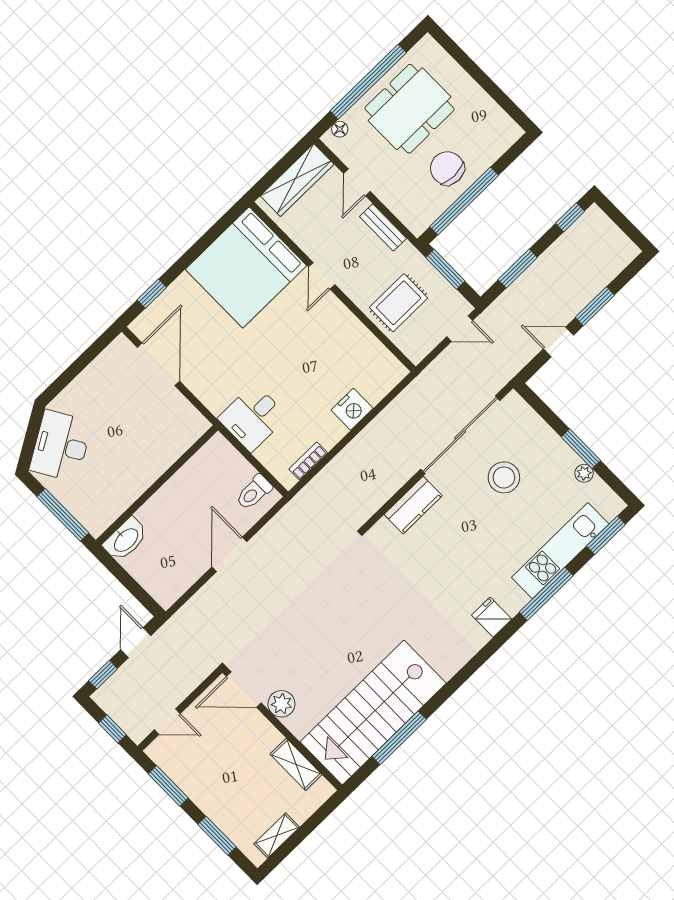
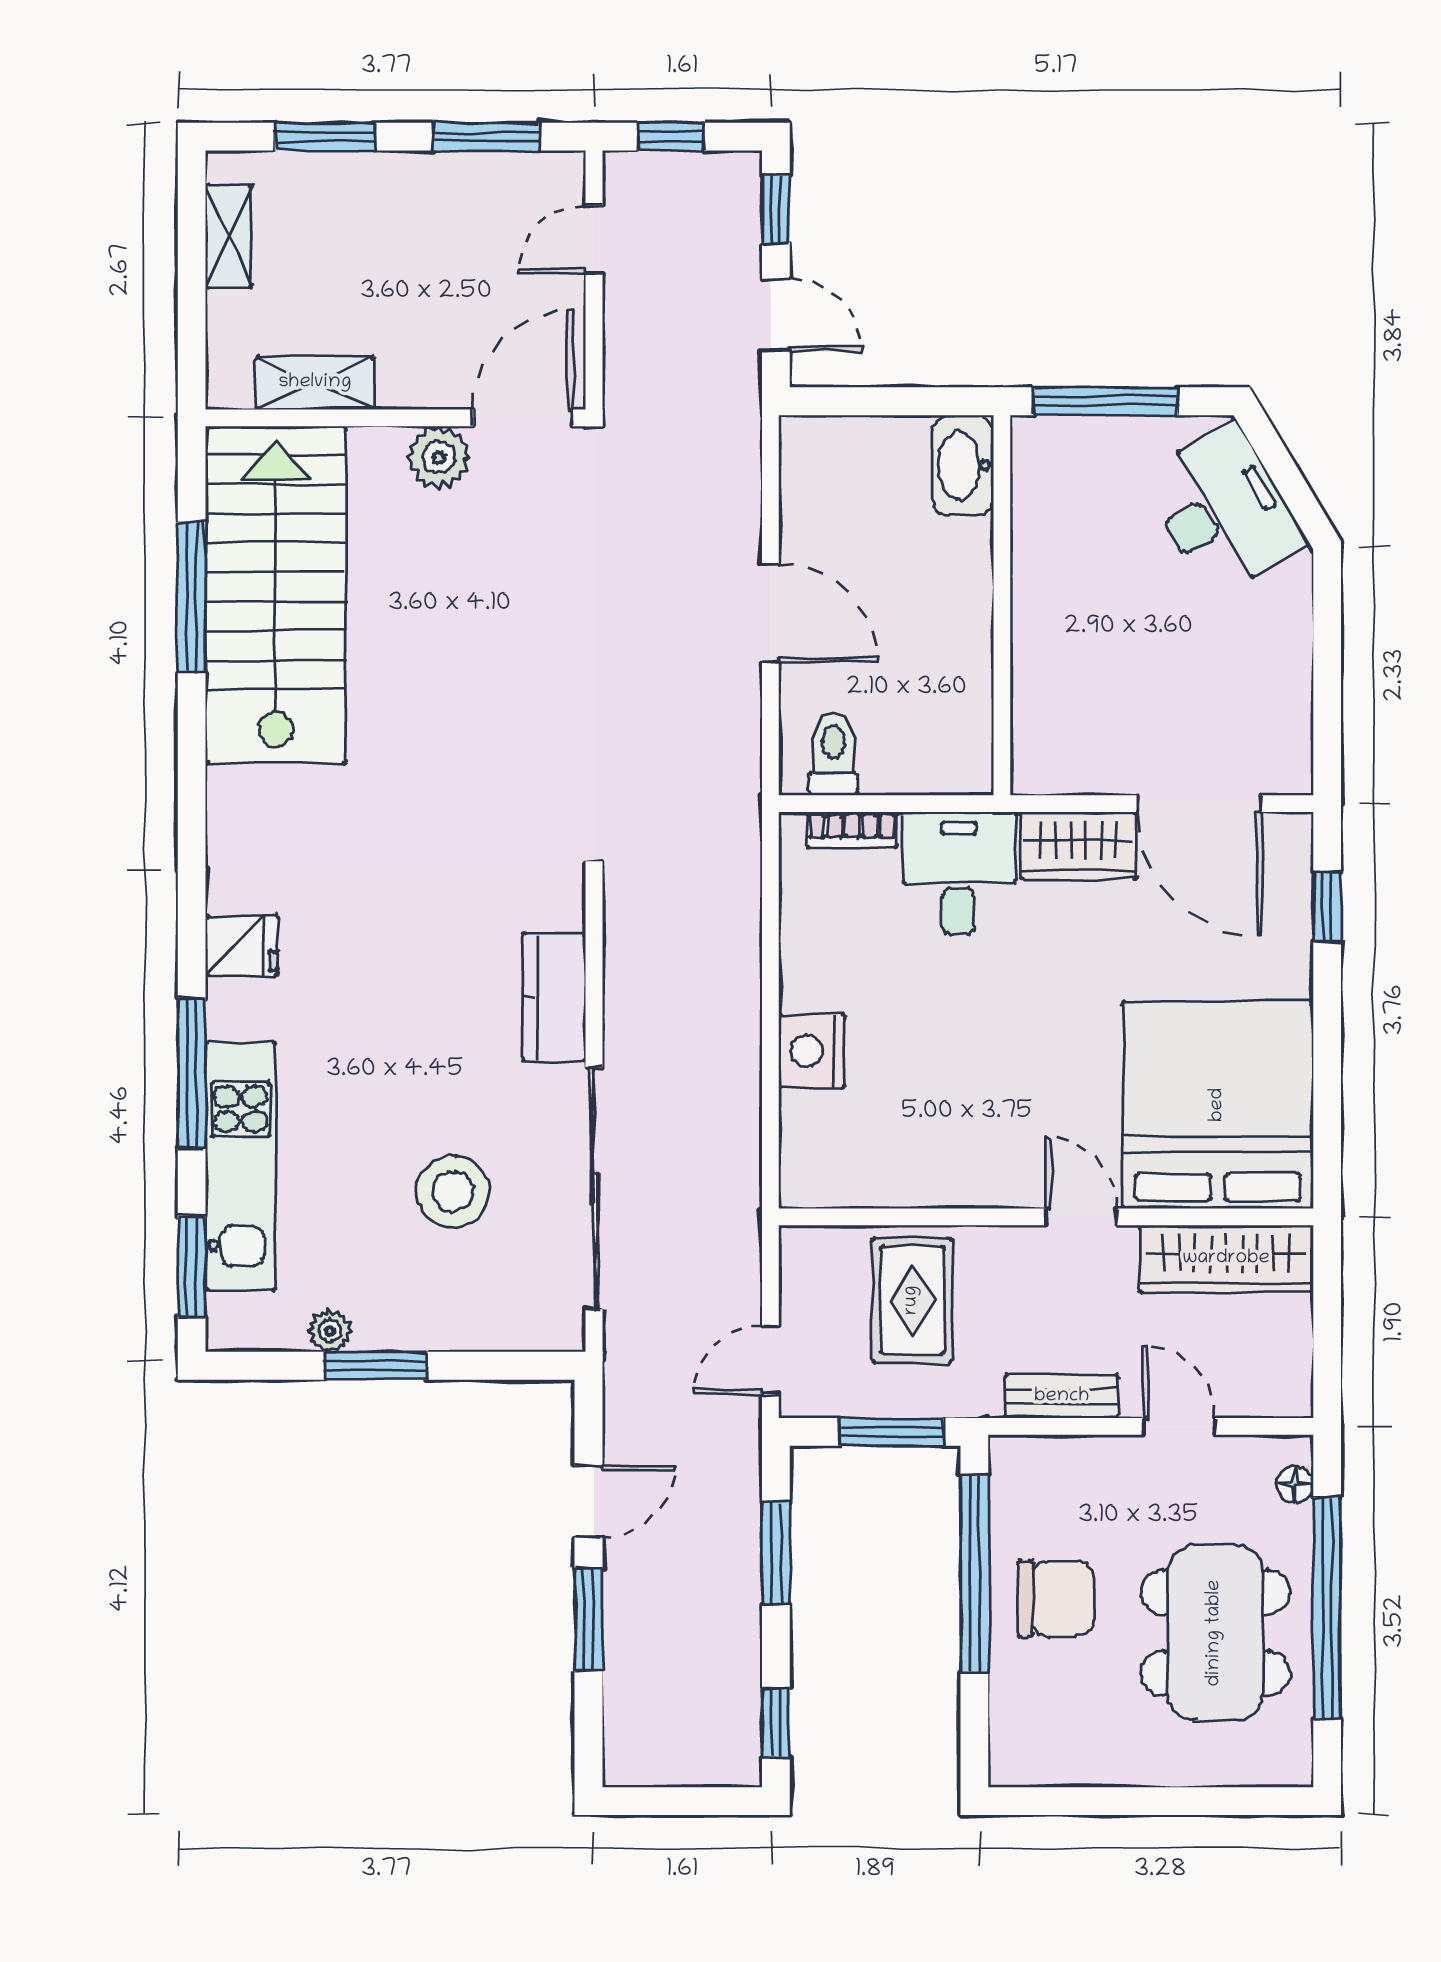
wardrobe: (297, 180) -> (1226, 1259), moved, turned -90
wardrobe: (208, 389) -> (1078, 846), added
bookcase: (308, 461) -> (852, 830), moved, turned 90

